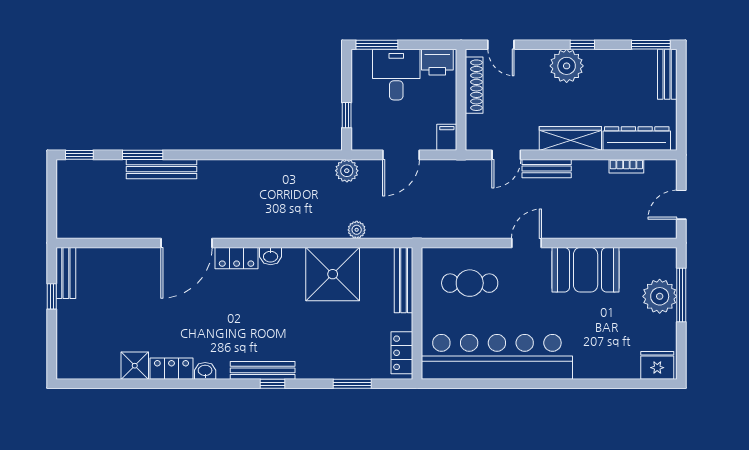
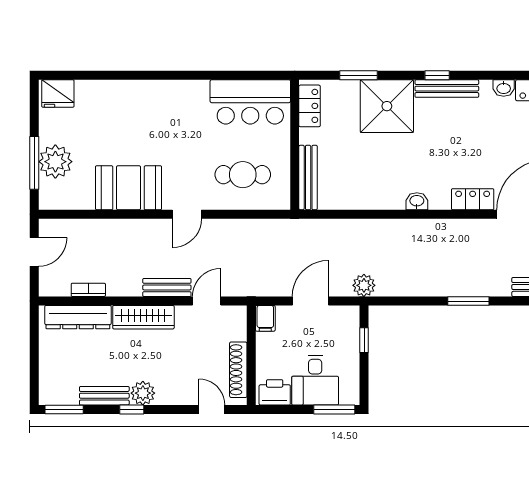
plant: (567, 66) -> (143, 393), width x0.73, depth x0.73
bench: (667, 74) -> (104, 396), moved, turned 90
window: (241, 155) -> (468, 301), added
plant: (357, 230) -> (354, 227), removed
washbasin: (271, 256) -> (417, 201), moved
shower: (333, 274) -> (387, 106), moved
bar counter: (497, 357) -> (250, 102), width x0.54

